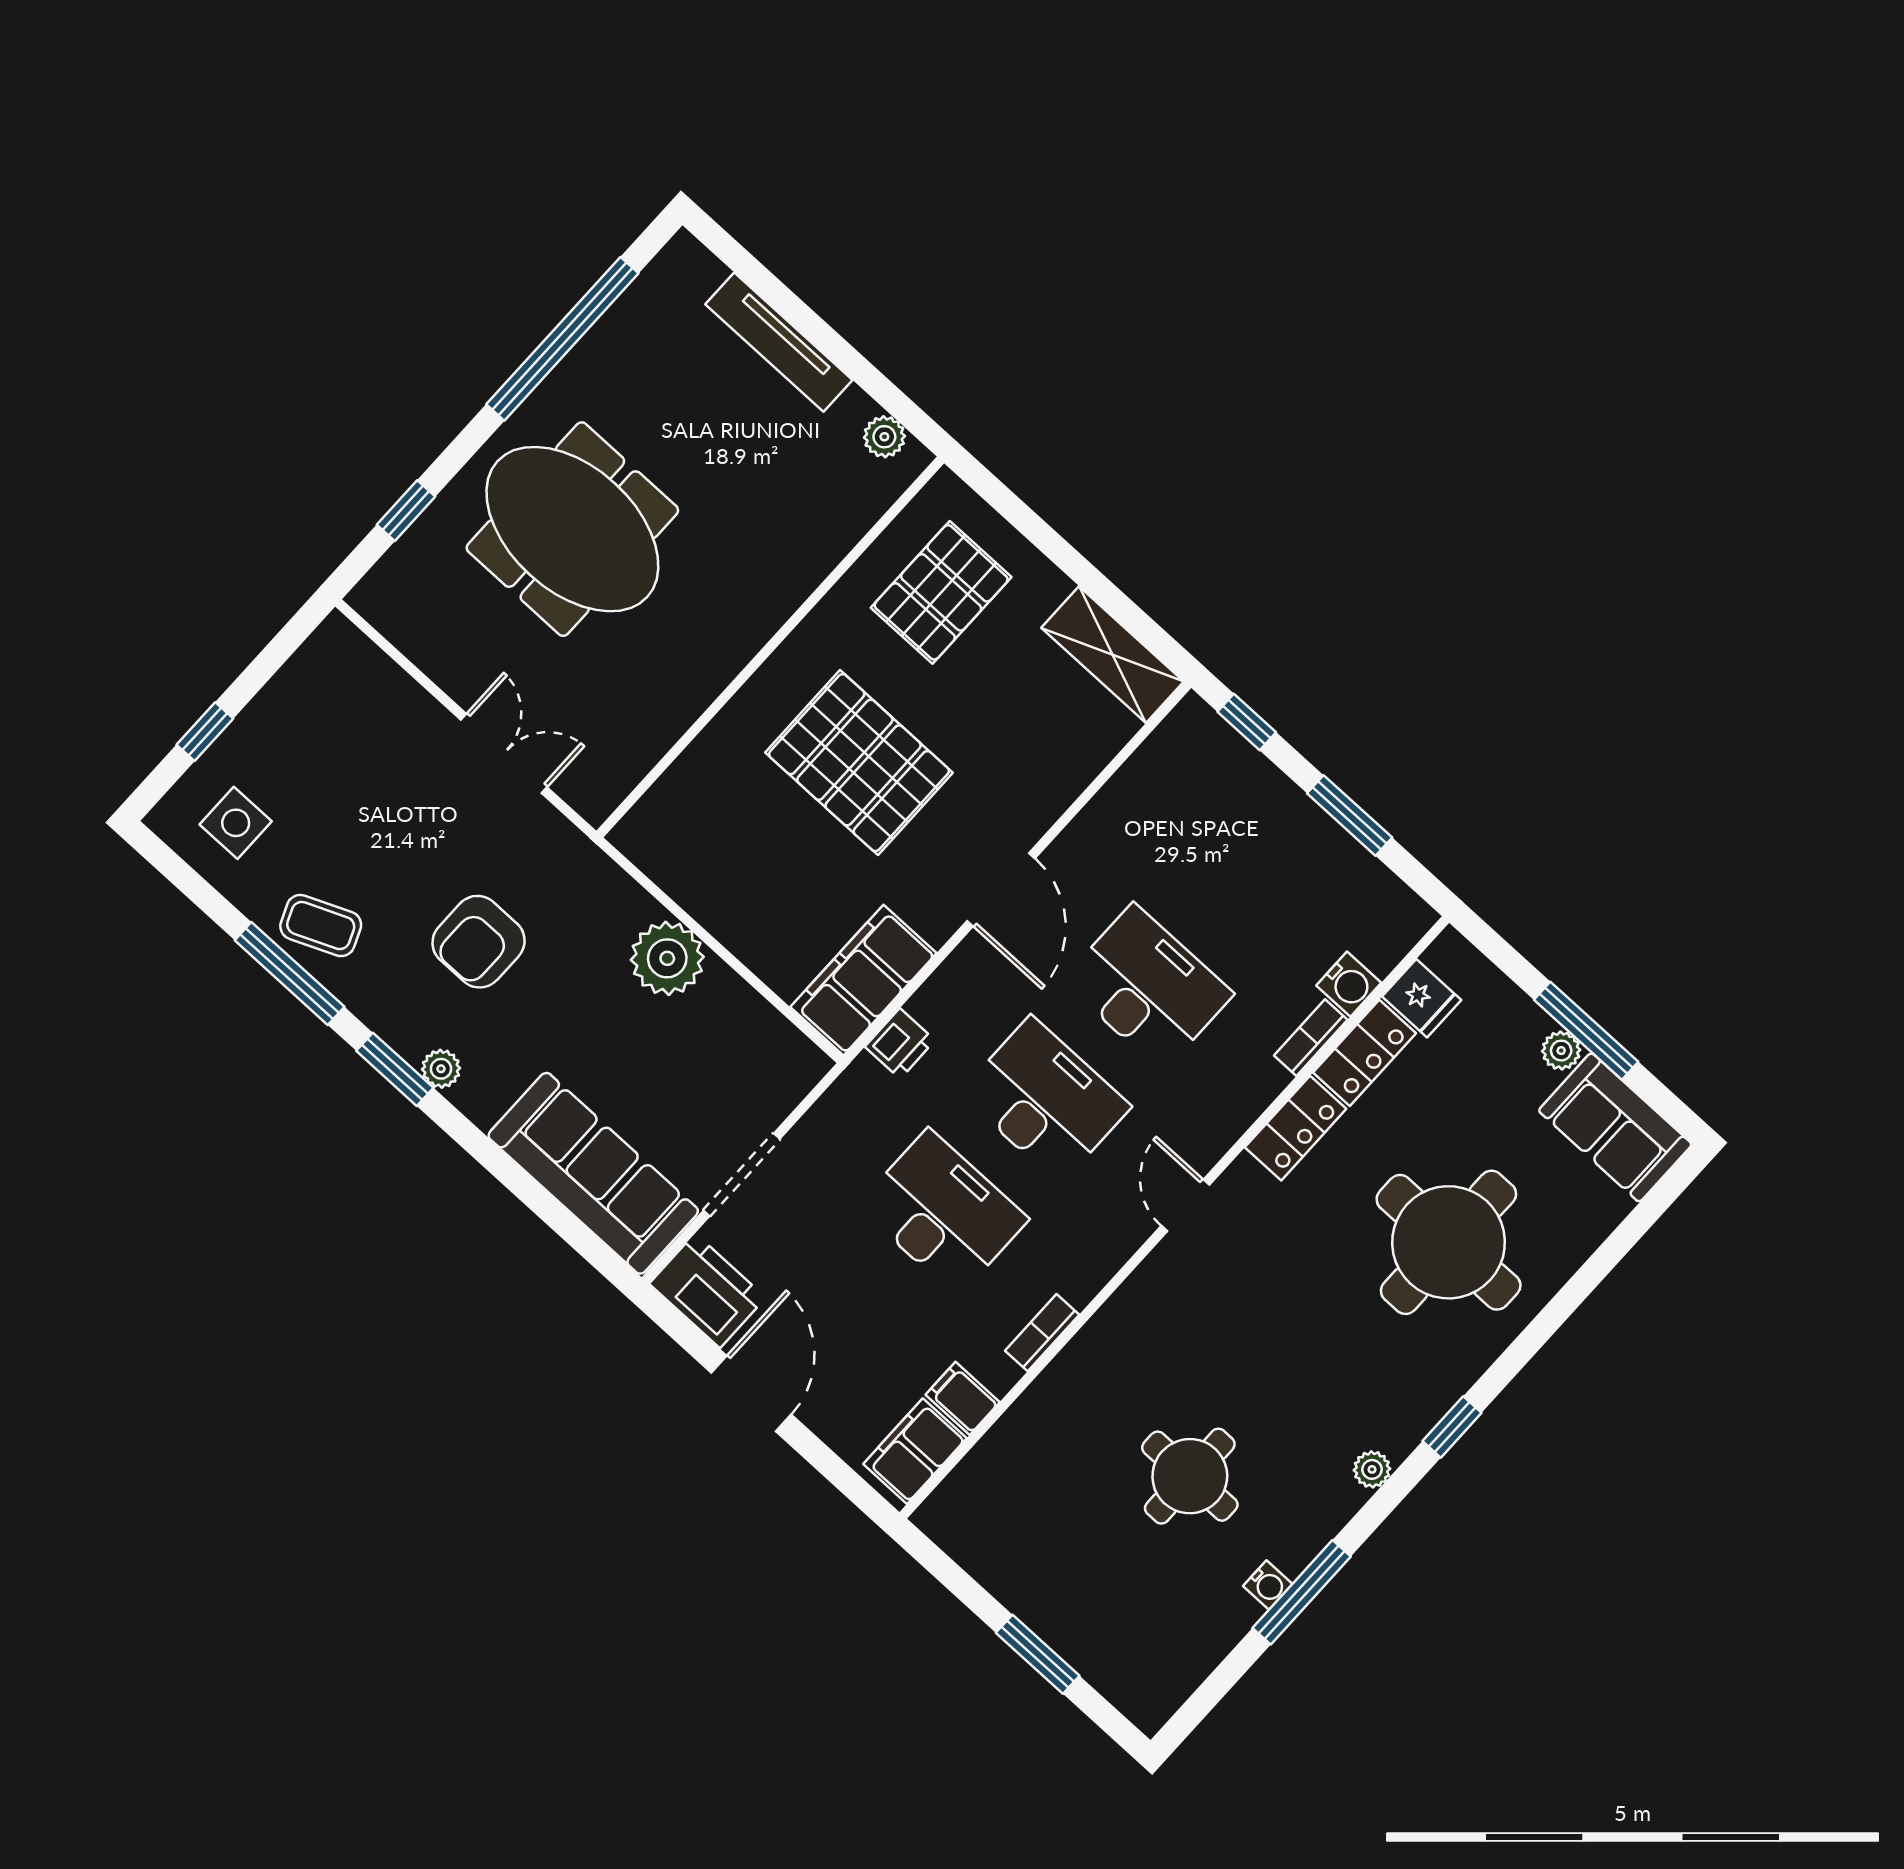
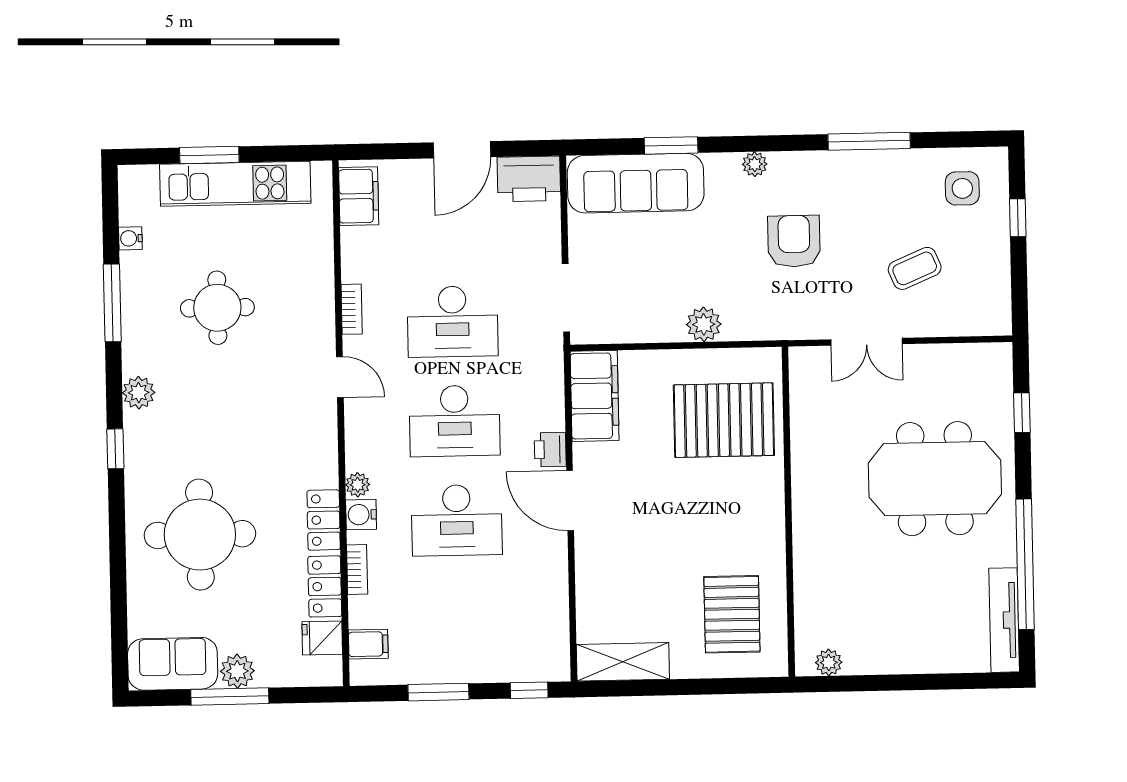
tv unit: (779, 342) -> (1004, 620), moved, turned -90
pallet: (859, 763) -> (724, 420), moved
coffee table: (321, 926) -> (915, 268), moved
plant: (667, 958) -> (704, 324), width x0.73, depth x0.73
water cooler: (1349, 984) -> (361, 515), moved
printer: (900, 1044) -> (550, 450), moved
plant: (1561, 1051) -> (237, 671), width x1.38, depth x1.38
window: (395, 1069) -> (671, 145), moved
plant: (1221, 1131) -> (358, 485), added
doorway: (742, 1175) -> (566, 298), moved
door: (1185, 1205) -> (340, 377), moved
door: (751, 1394) -> (462, 150), hinge flipped
filing cabinet: (963, 1398) -> (368, 644), moved
plant: (1372, 1469) -> (139, 393), width x1.38, depth x1.38
water cooler: (1268, 1585) -> (130, 238), moved
kitchen unit: (1039, 1595) -> (235, 184), added

